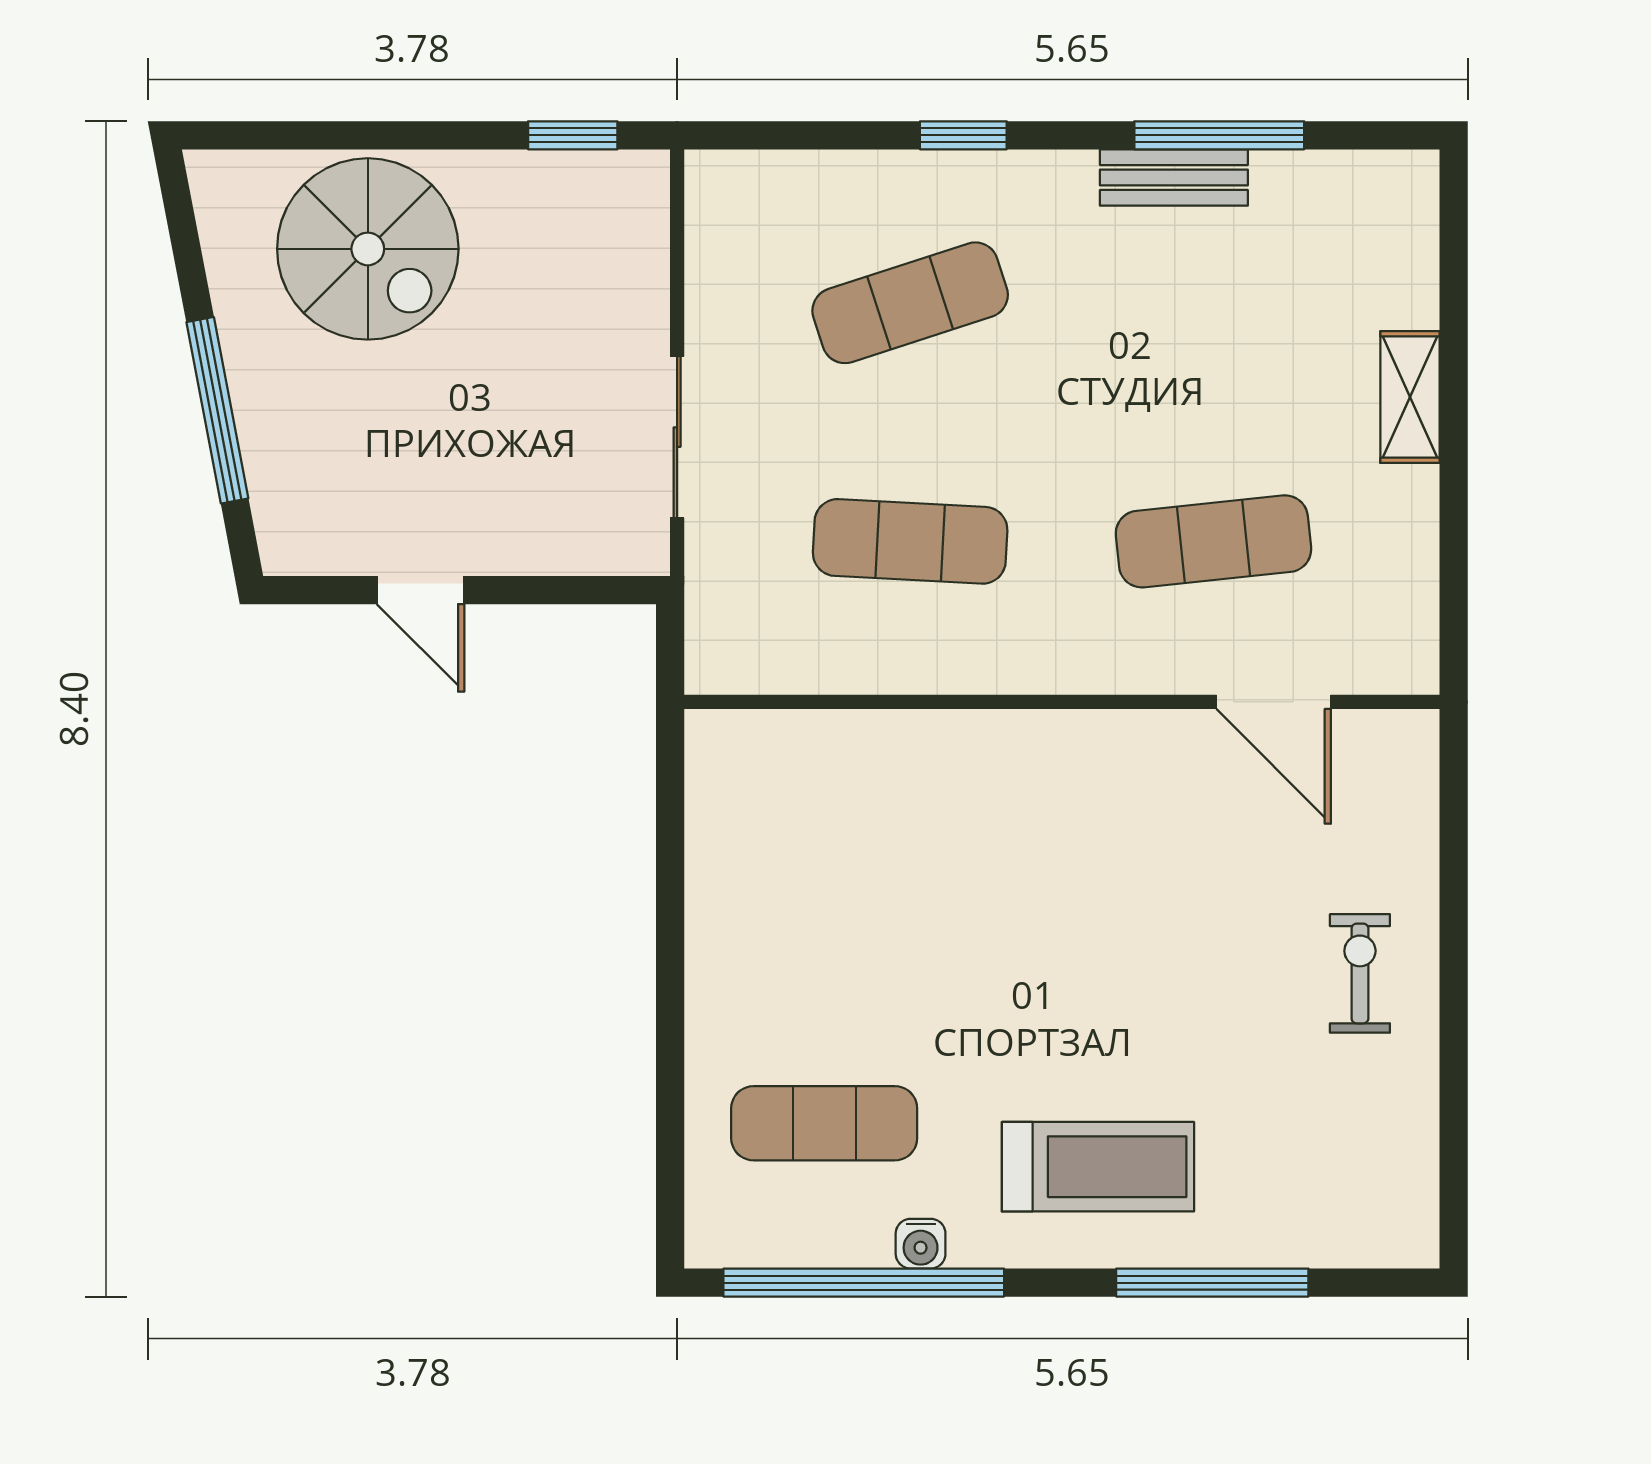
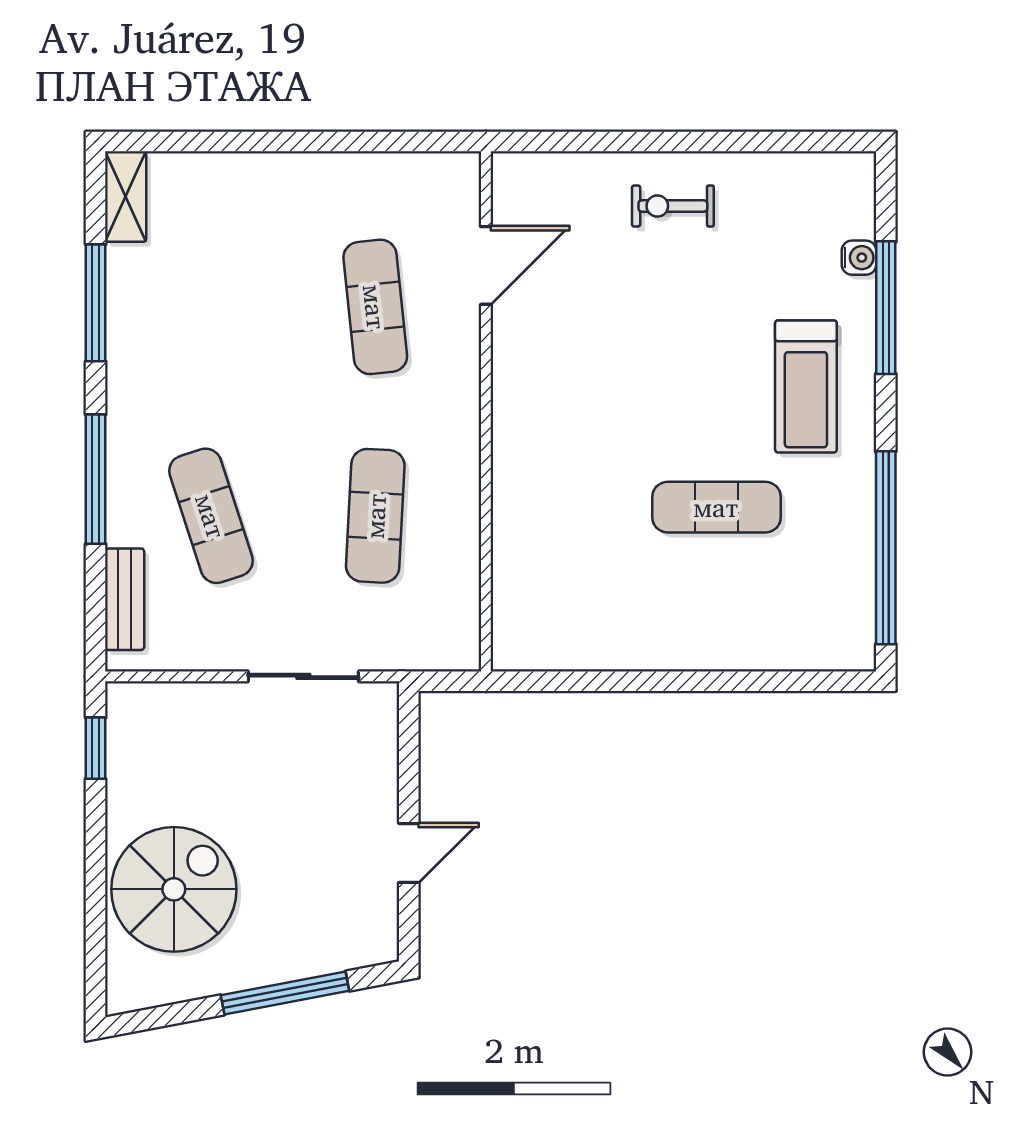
window: (963, 135) -> (96, 479), width x2.17
bench: (1174, 178) -> (125, 599), moved
shelving: (1410, 397) -> (126, 197), moved, turned 90
exercise mat: (824, 1123) -> (716, 507), moved, turned 90
treadmill: (1098, 1167) -> (806, 386), turned 180
water cooler: (921, 1244) -> (859, 258), moved

